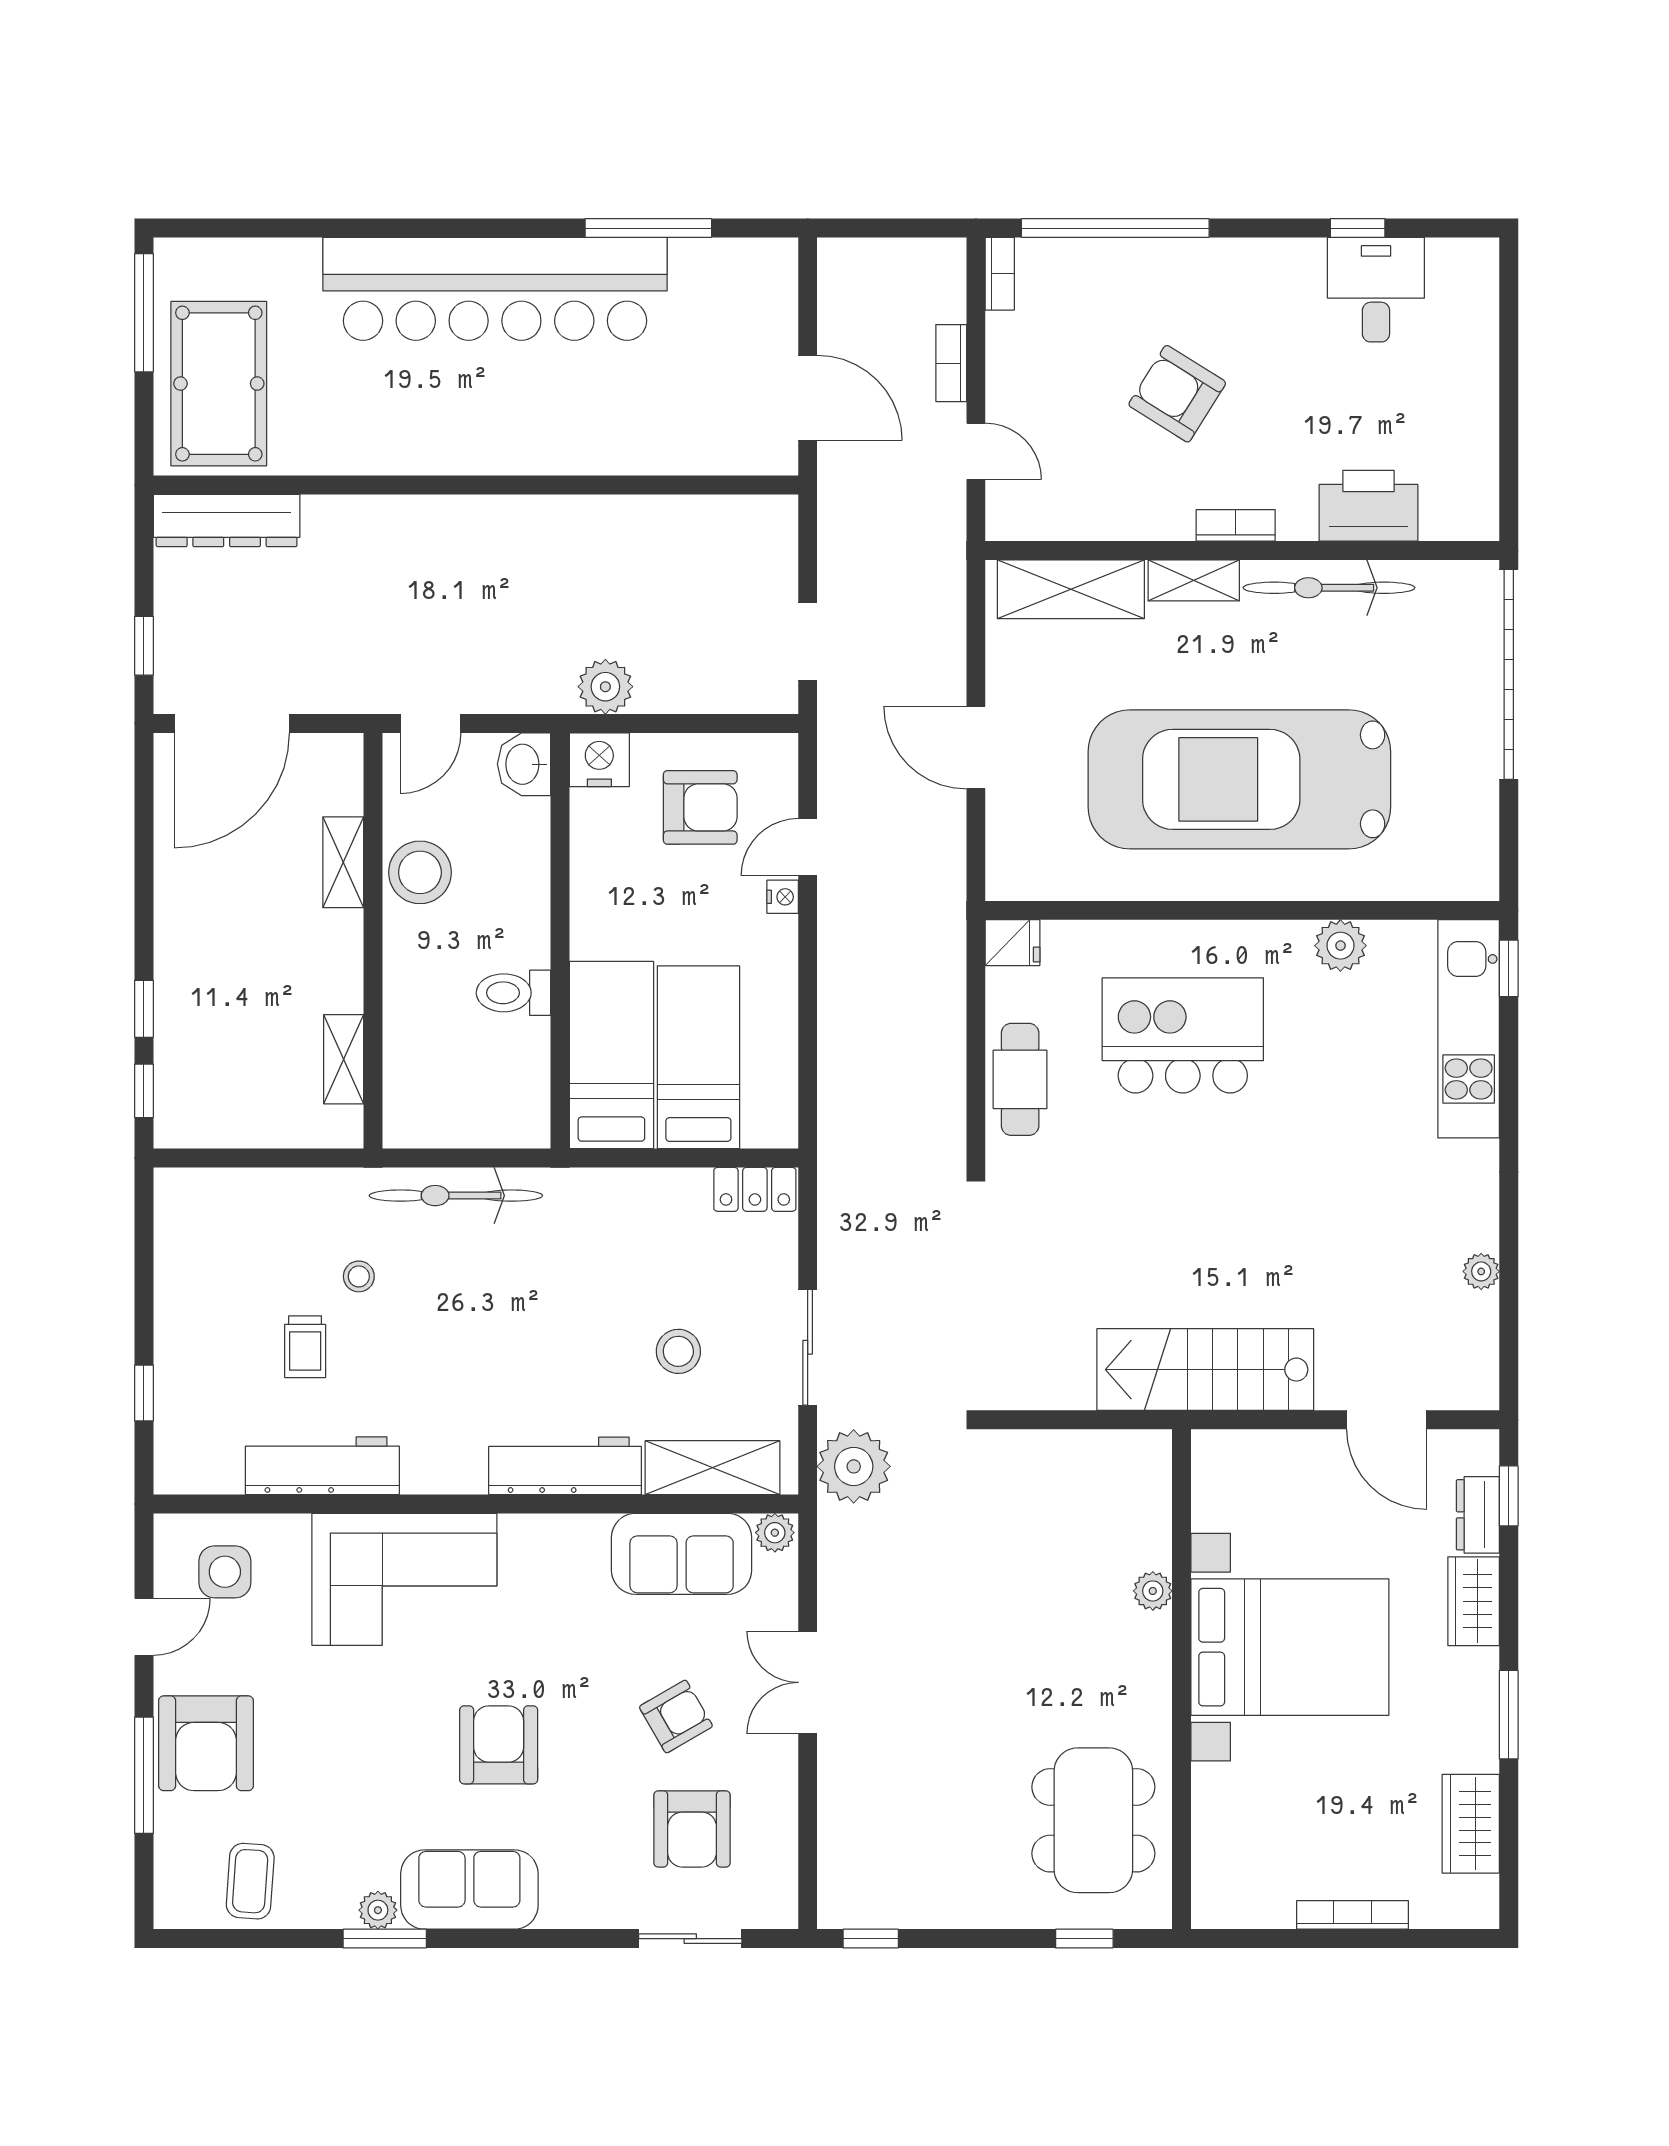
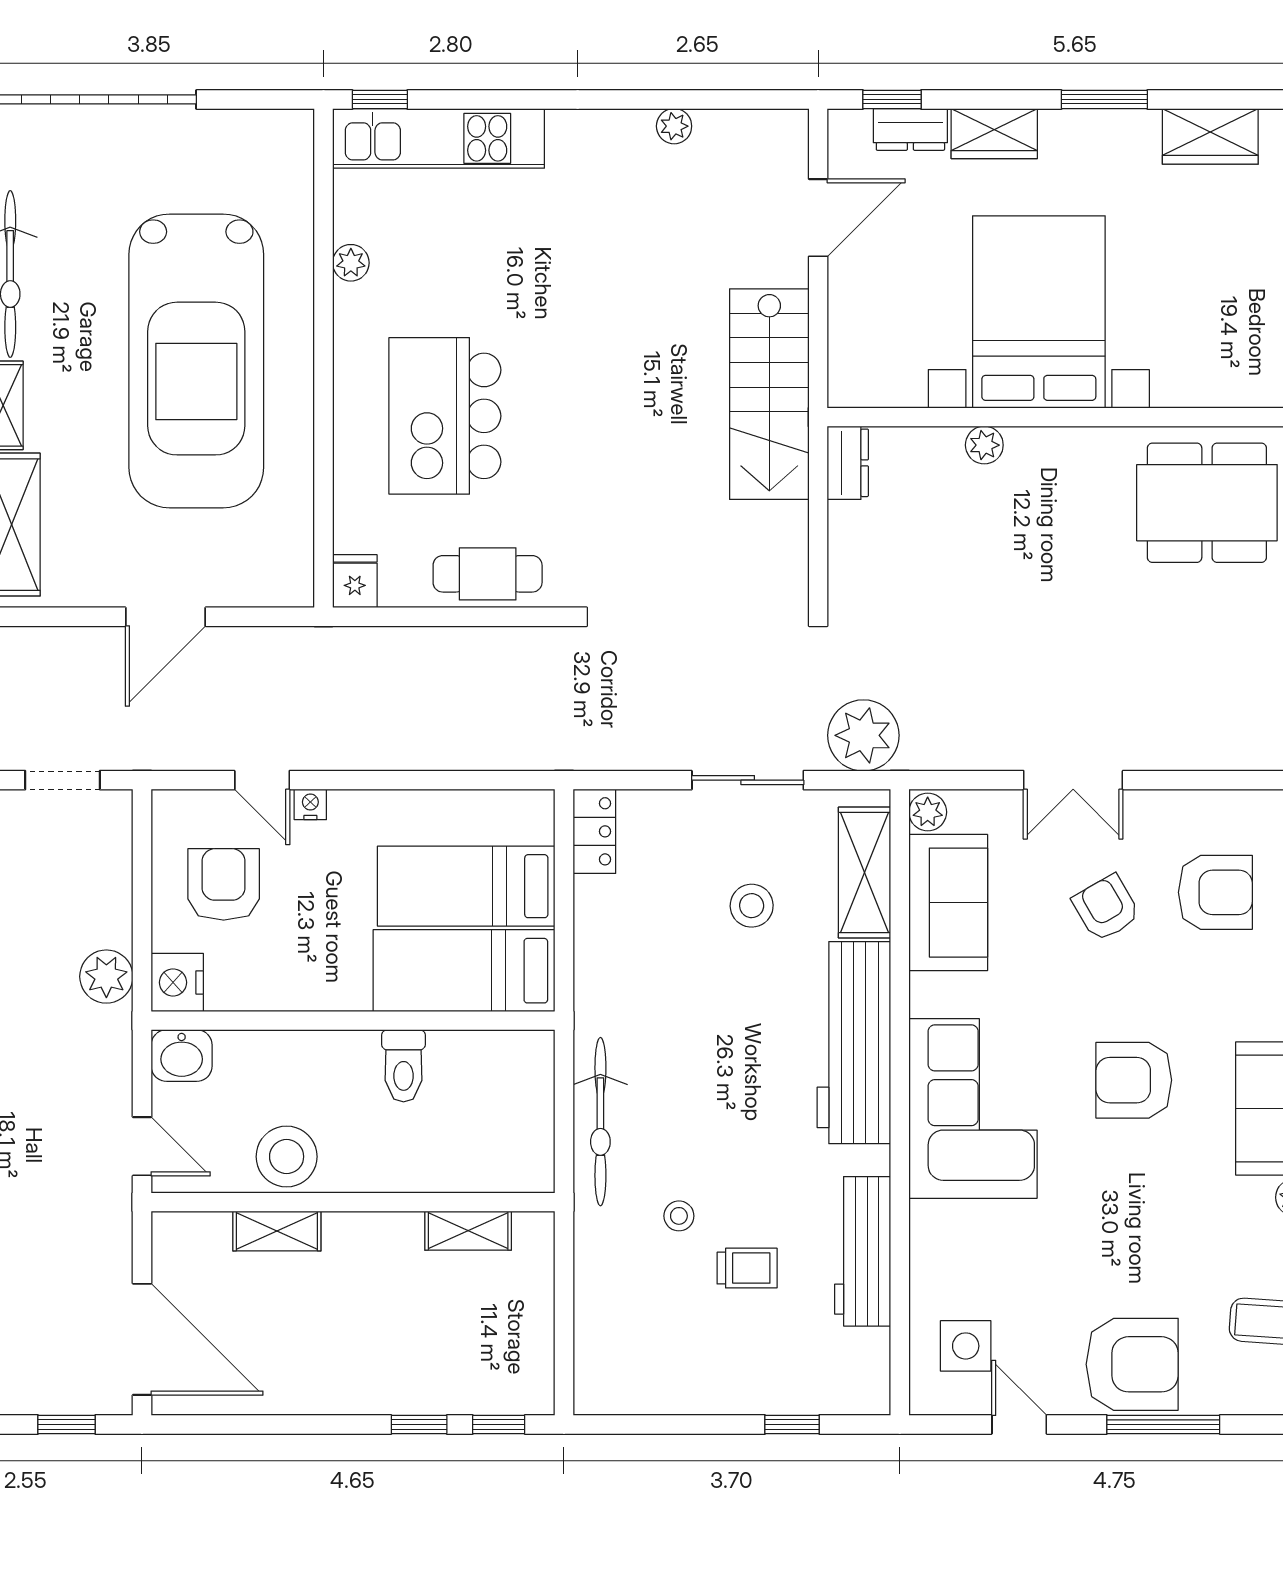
plant: (1340, 946) -> (351, 263), width x0.73, depth x0.73
dresser: (1134, 1450) -> (848, 463), added
workbench: (565, 1466) -> (854, 1043), width x1.36, depth x1.32
corner sofa: (404, 1579) -> (973, 1108), moved

